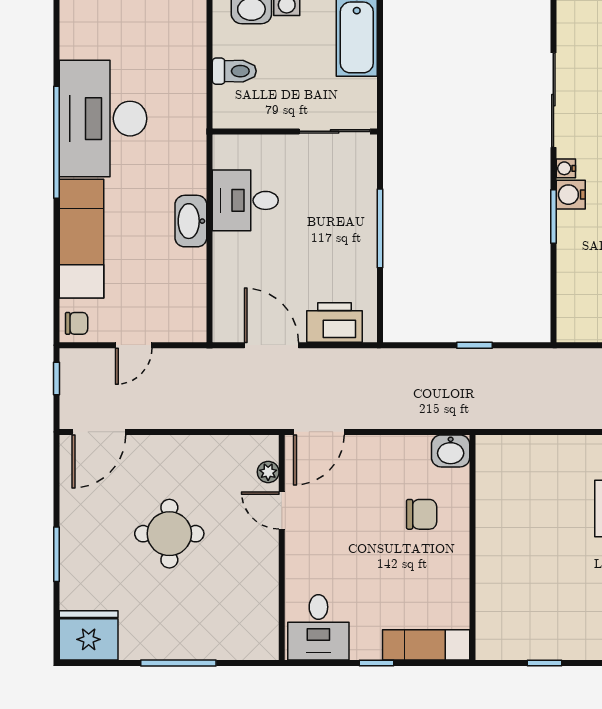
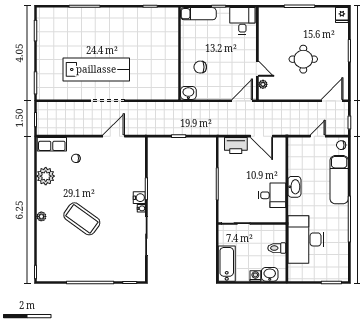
desk: (103, 119) -> (306, 239), moved, turned 180
fridge: (89, 635) -> (342, 15), width x0.53, depth x0.75

